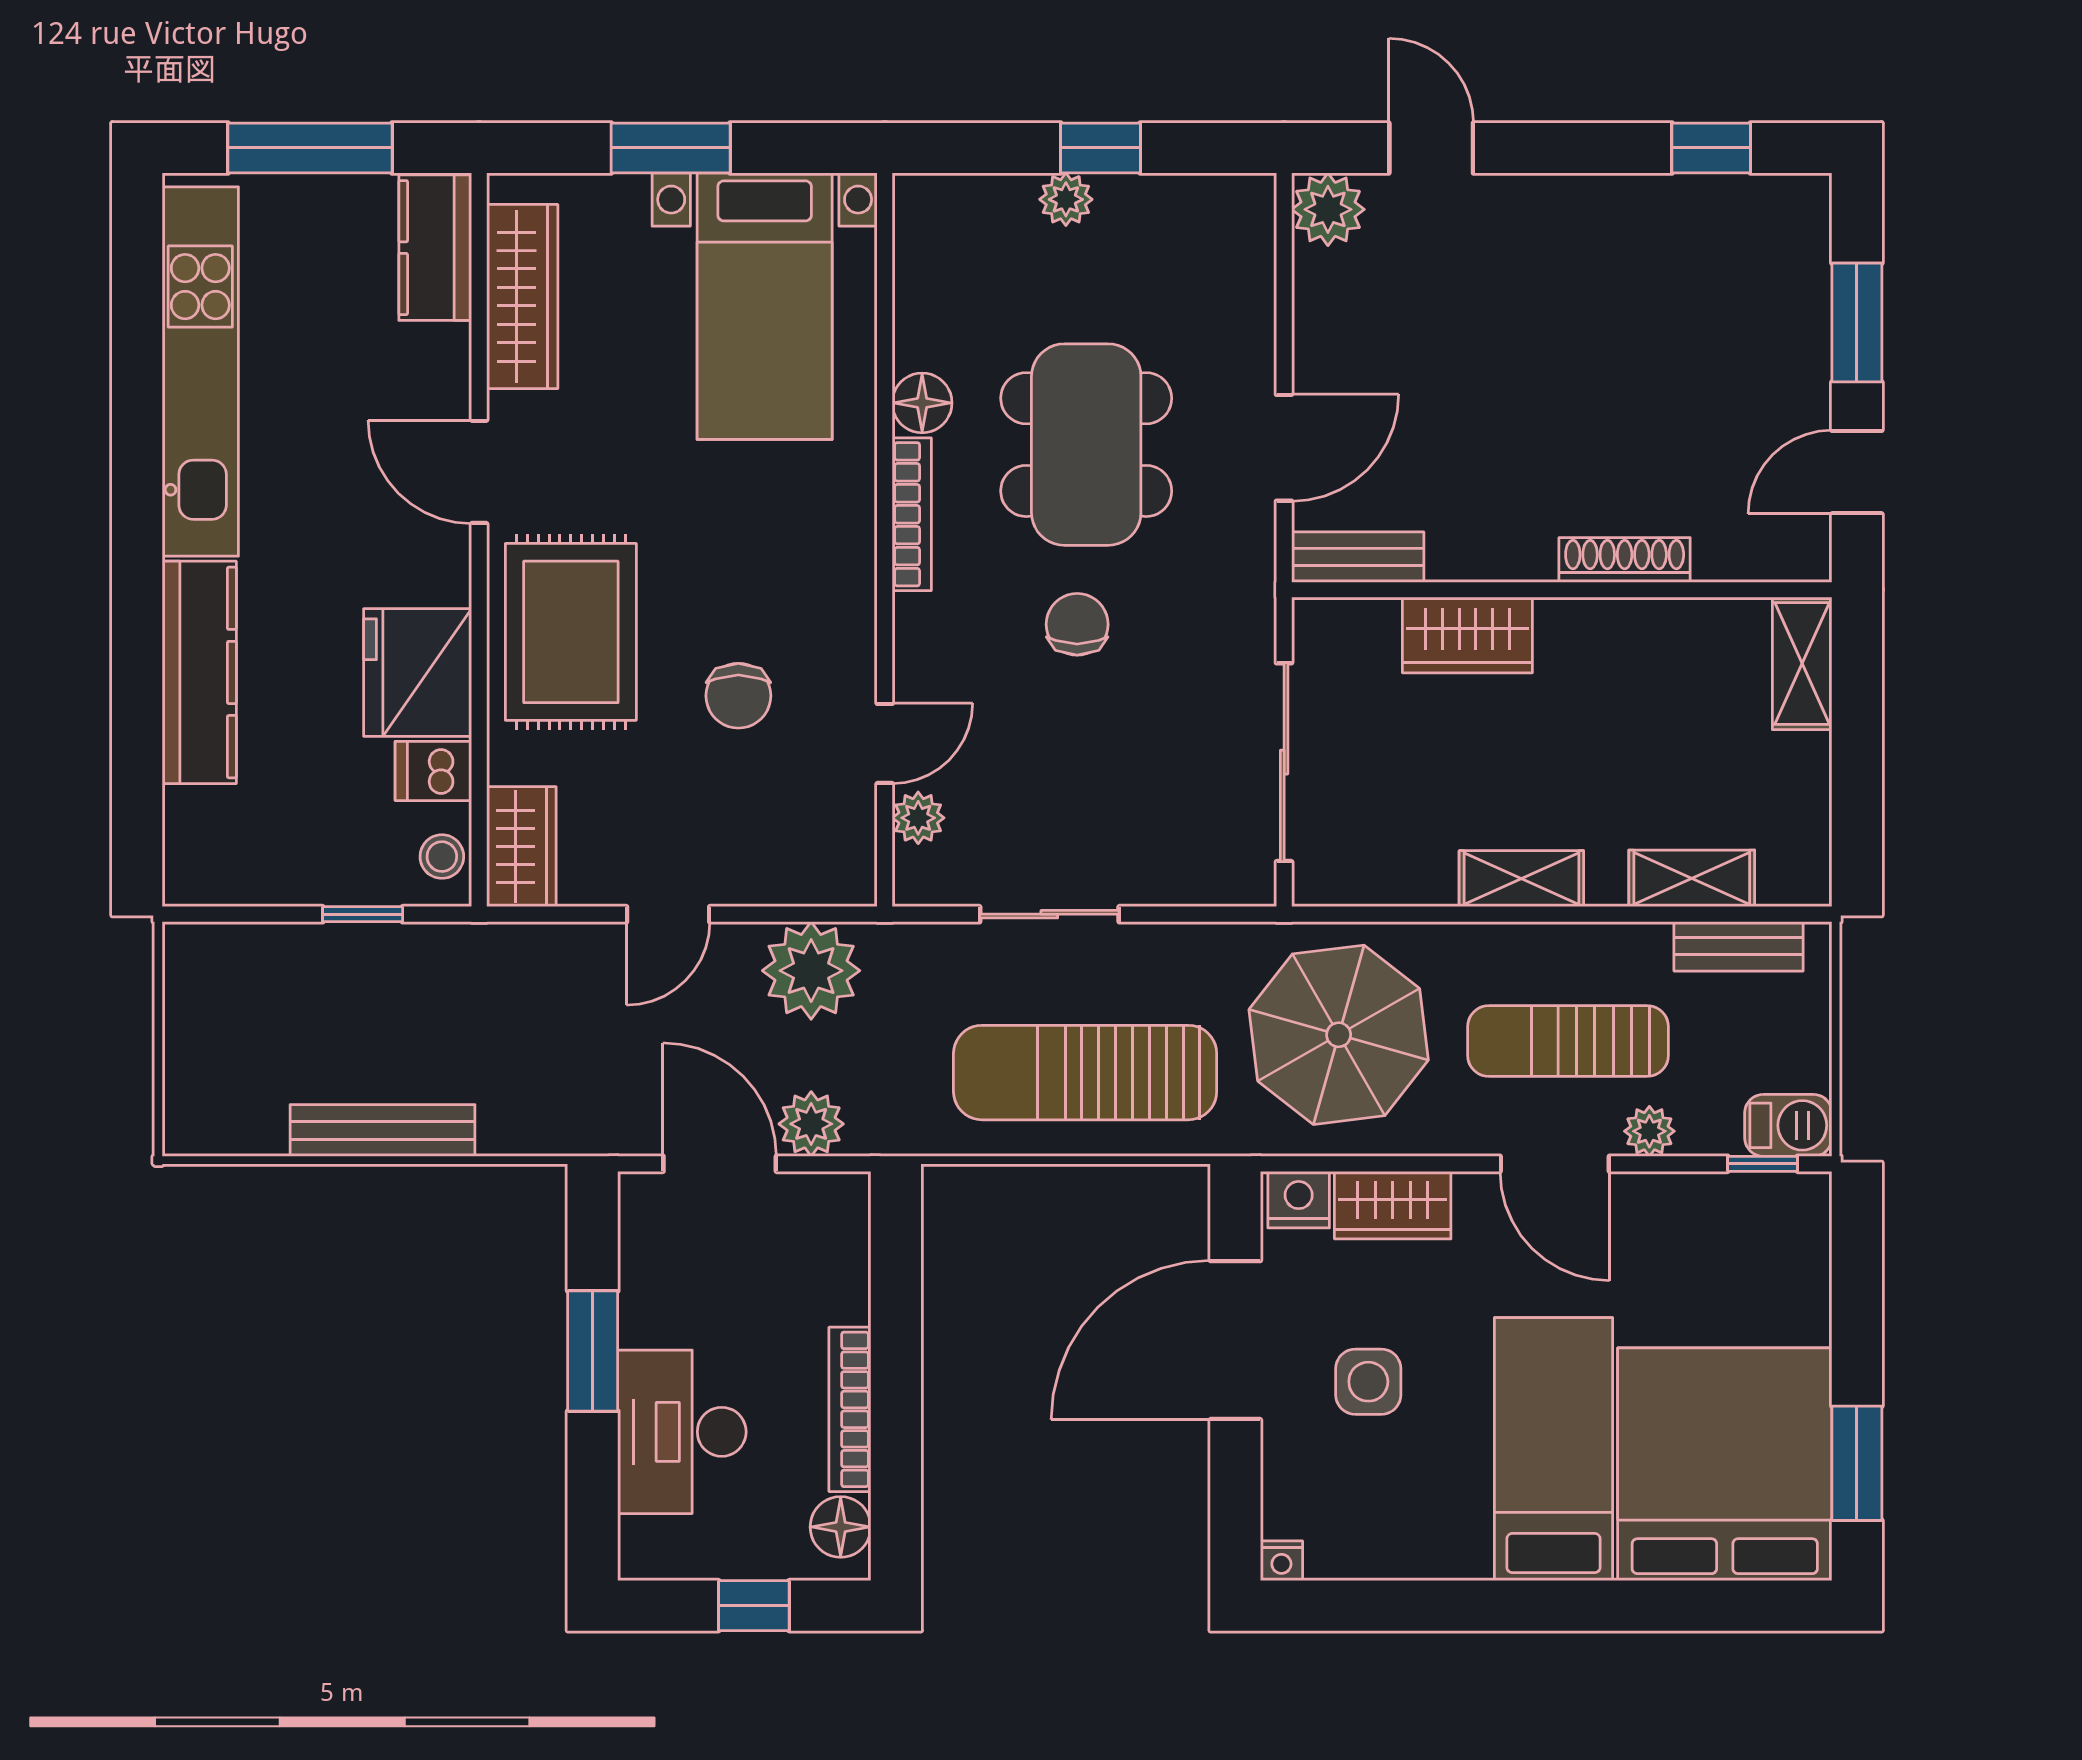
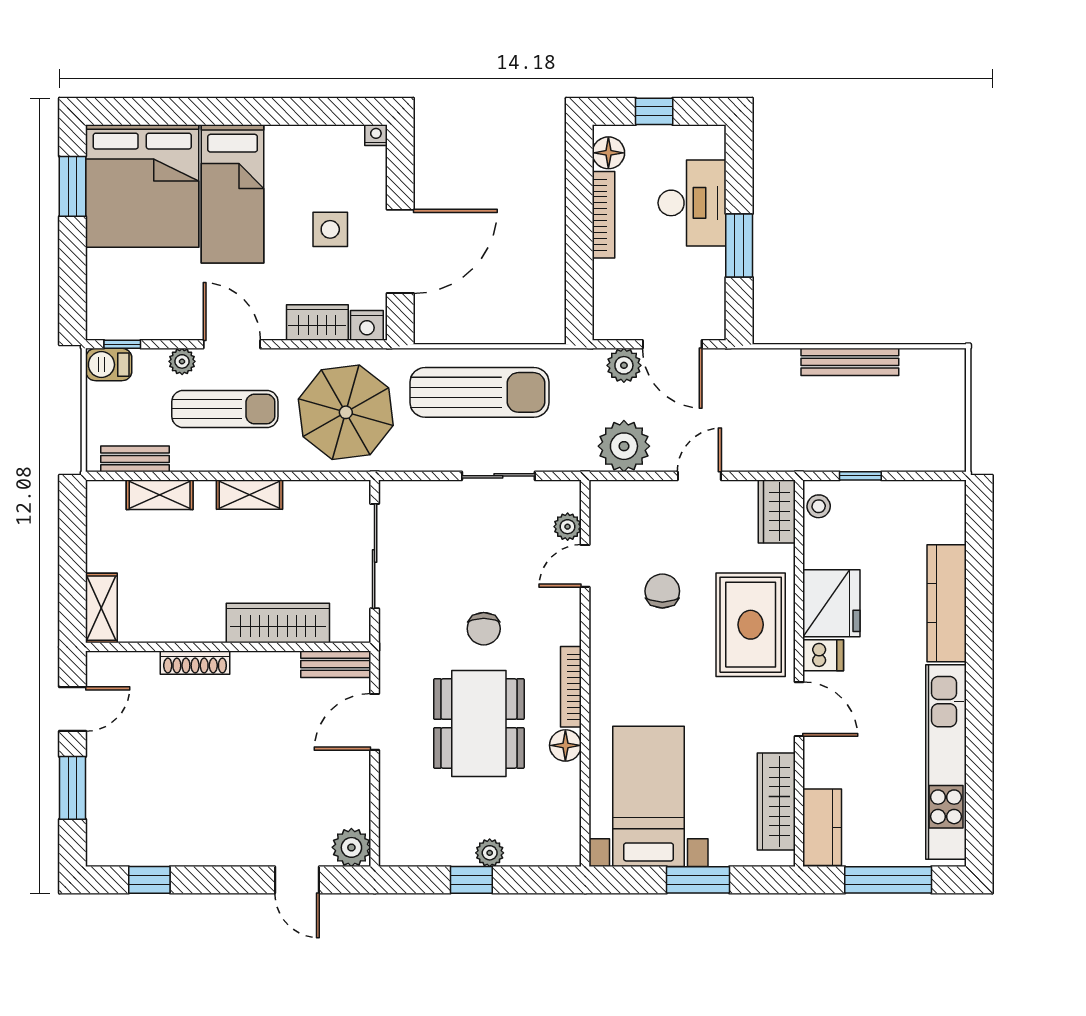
wardrobe: (1467, 635) -> (278, 623), width x1.50
dishwasher: (433, 771) -> (823, 655), moved

